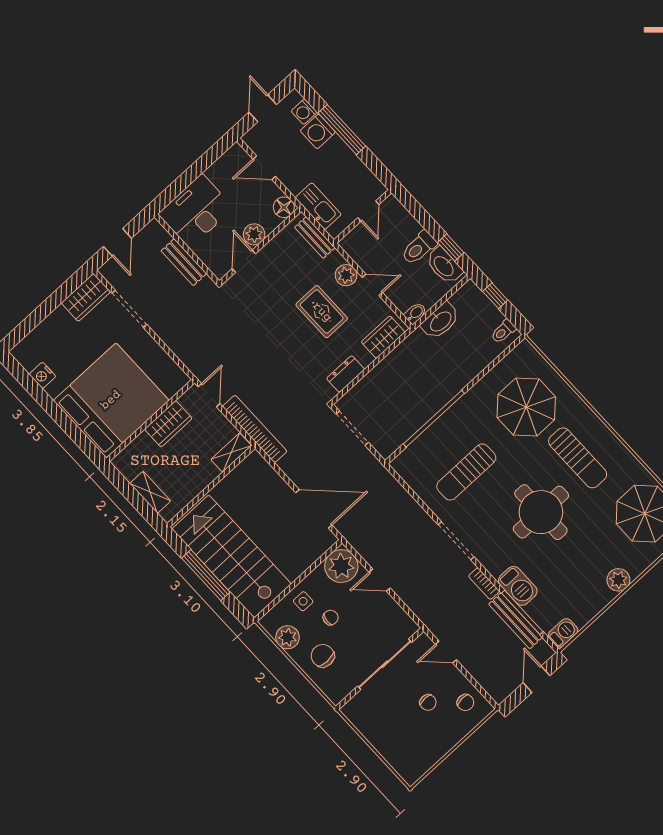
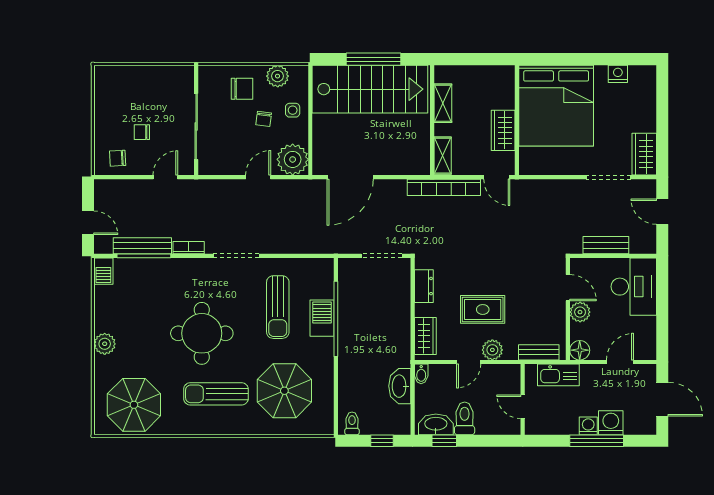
door: (263, 108) -> (662, 399), width x1.38
washing machine: (304, 112) -> (588, 426), moved
sun lounger: (466, 472) -> (278, 307), turned 180
shelving: (150, 492) -> (443, 103), moved, turned 90
barbecue: (518, 586) -> (322, 318), moved, turned 90

